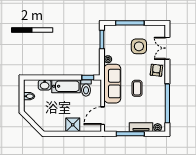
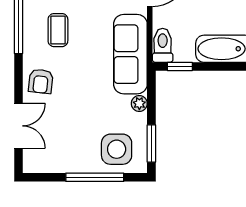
side table: (139, 46) -> (117, 149), moved
toilet: (86, 88) -> (163, 45), moved
coffee table: (137, 88) -> (58, 30), moved

